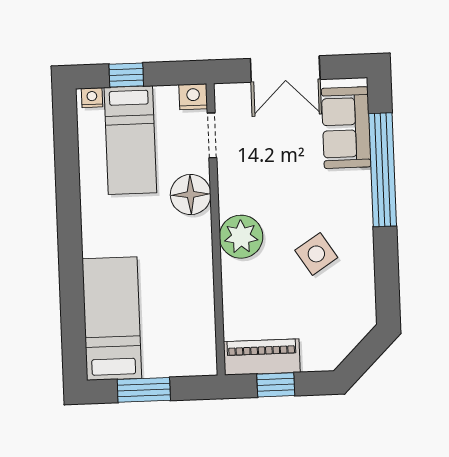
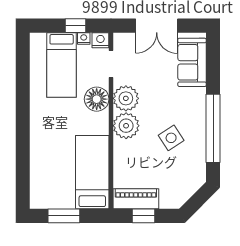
window: (126, 75) -> (75, 26), moved
nightstand: (92, 98) -> (84, 38), moved
window: (383, 170) -> (213, 128), moved
plant: (239, 191) -> (126, 98), added
bed: (112, 319) -> (92, 172), moved

